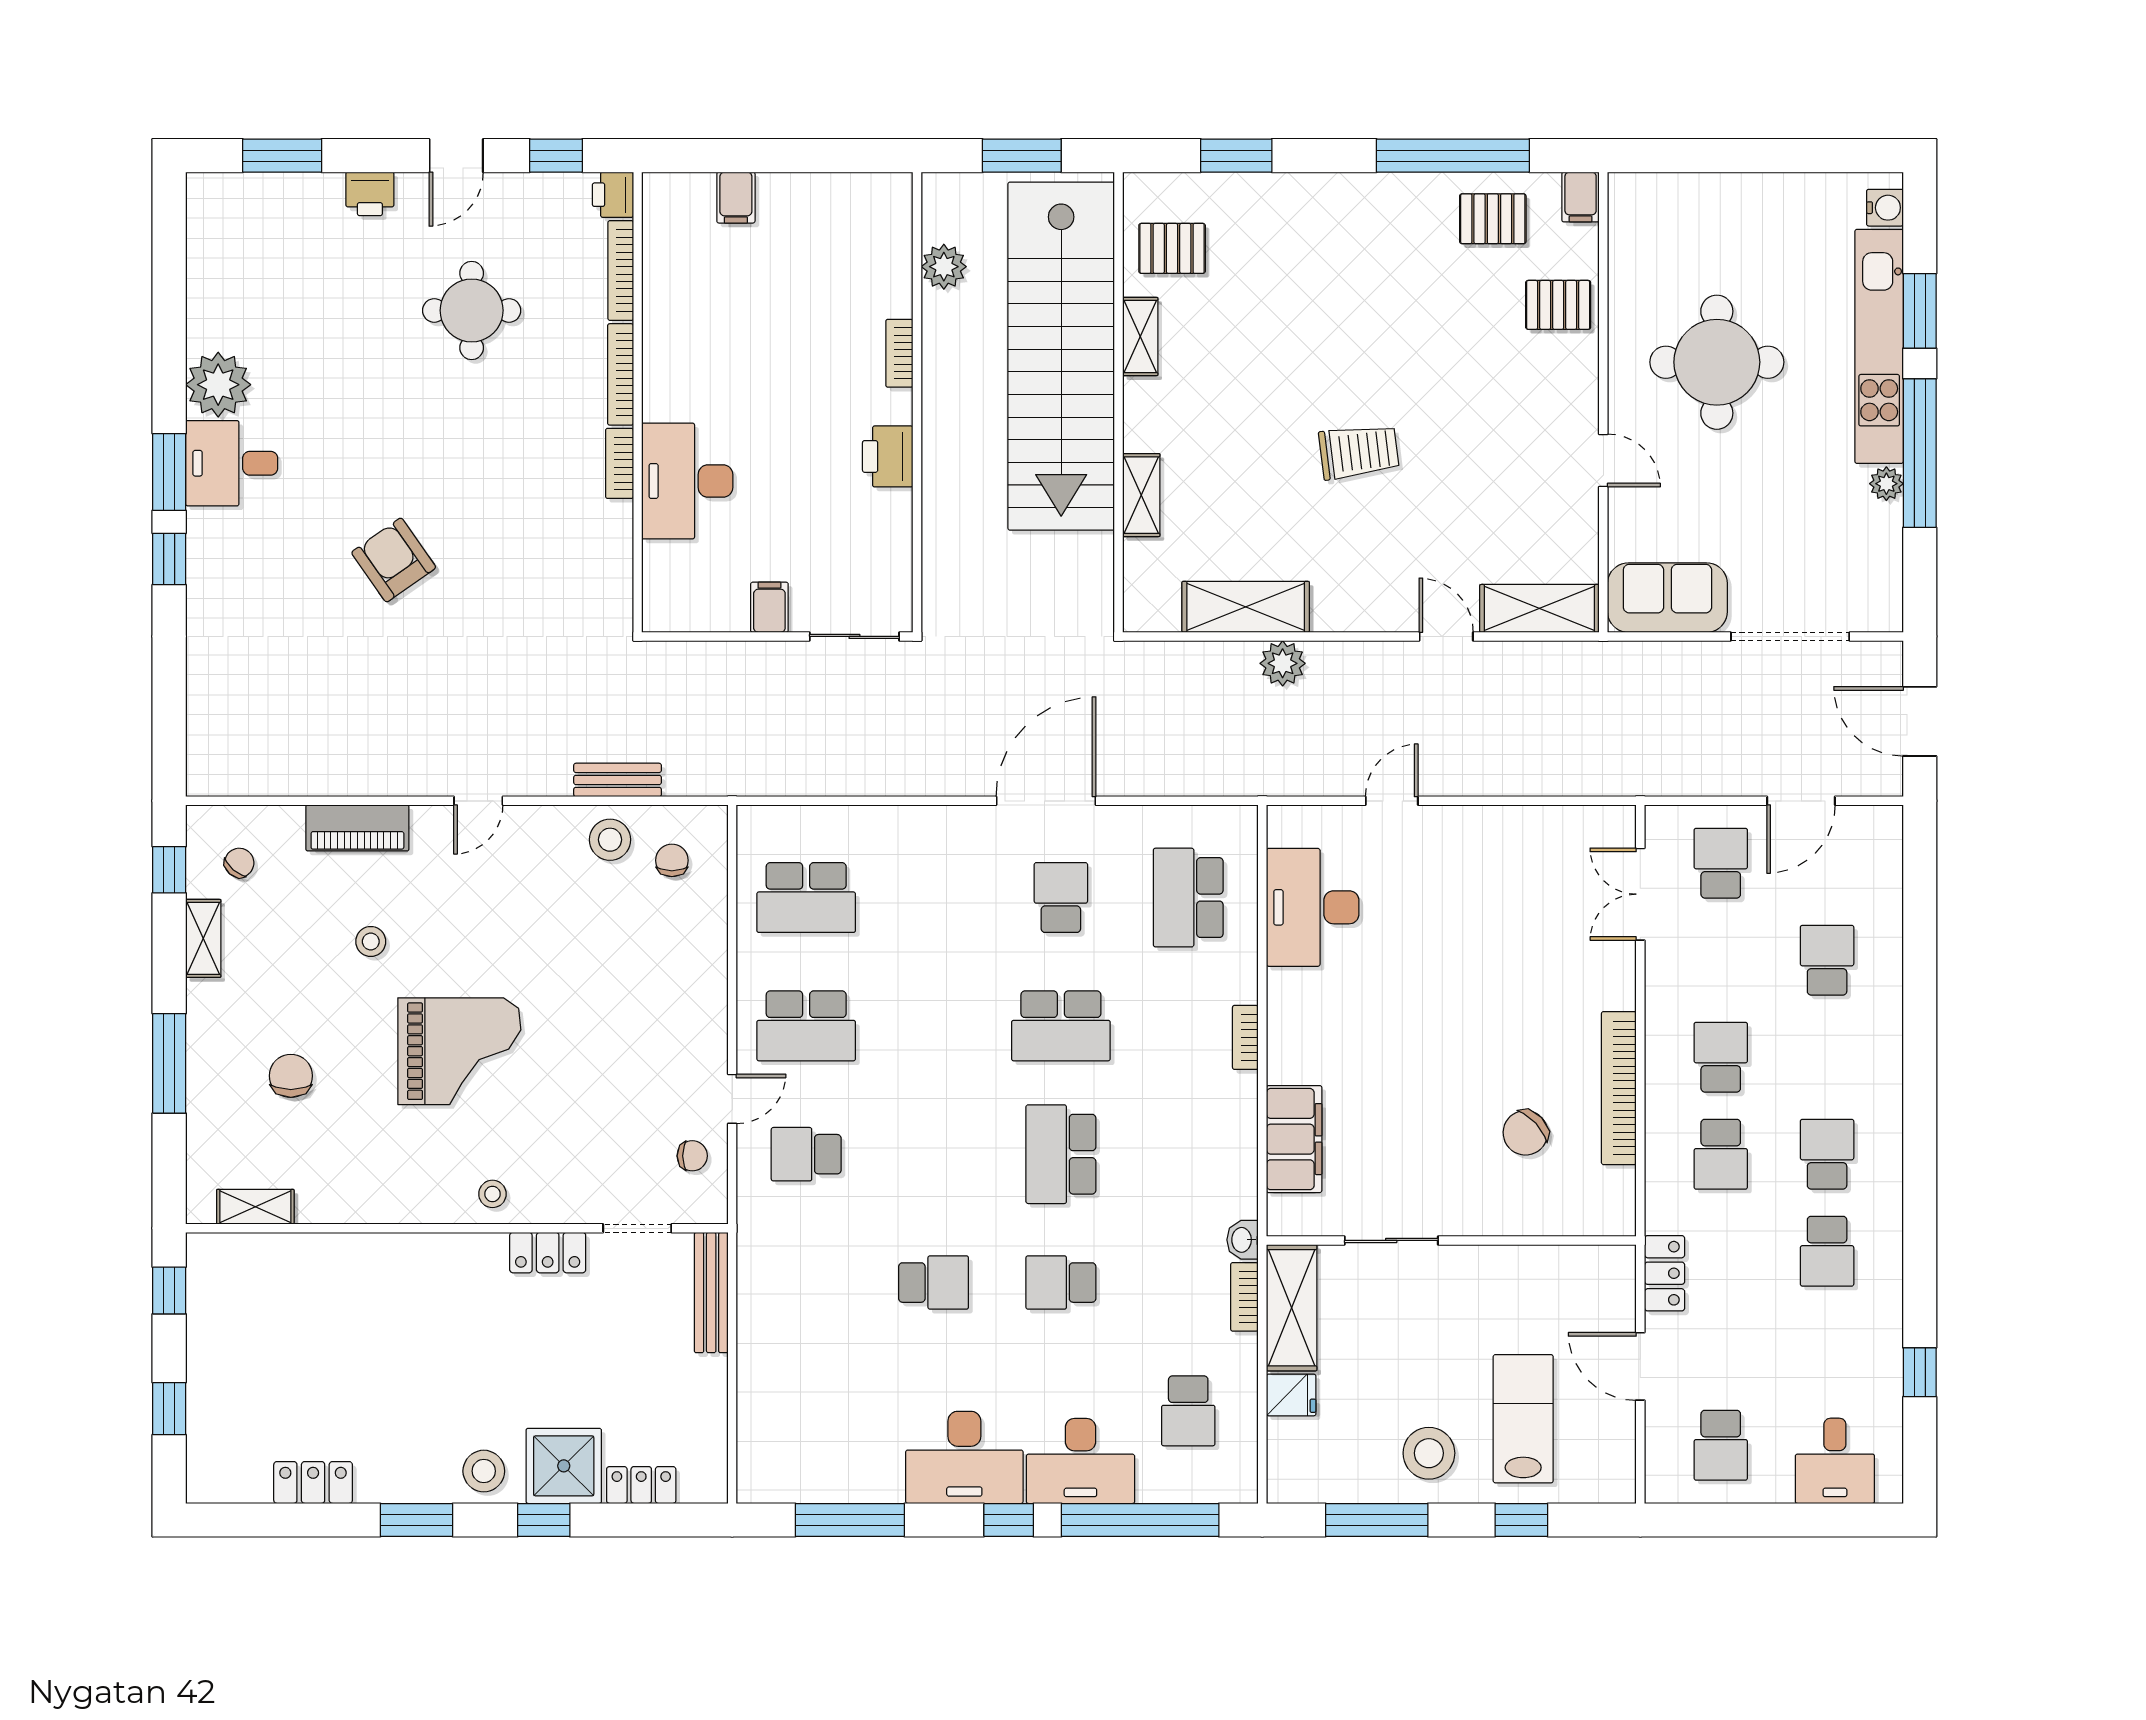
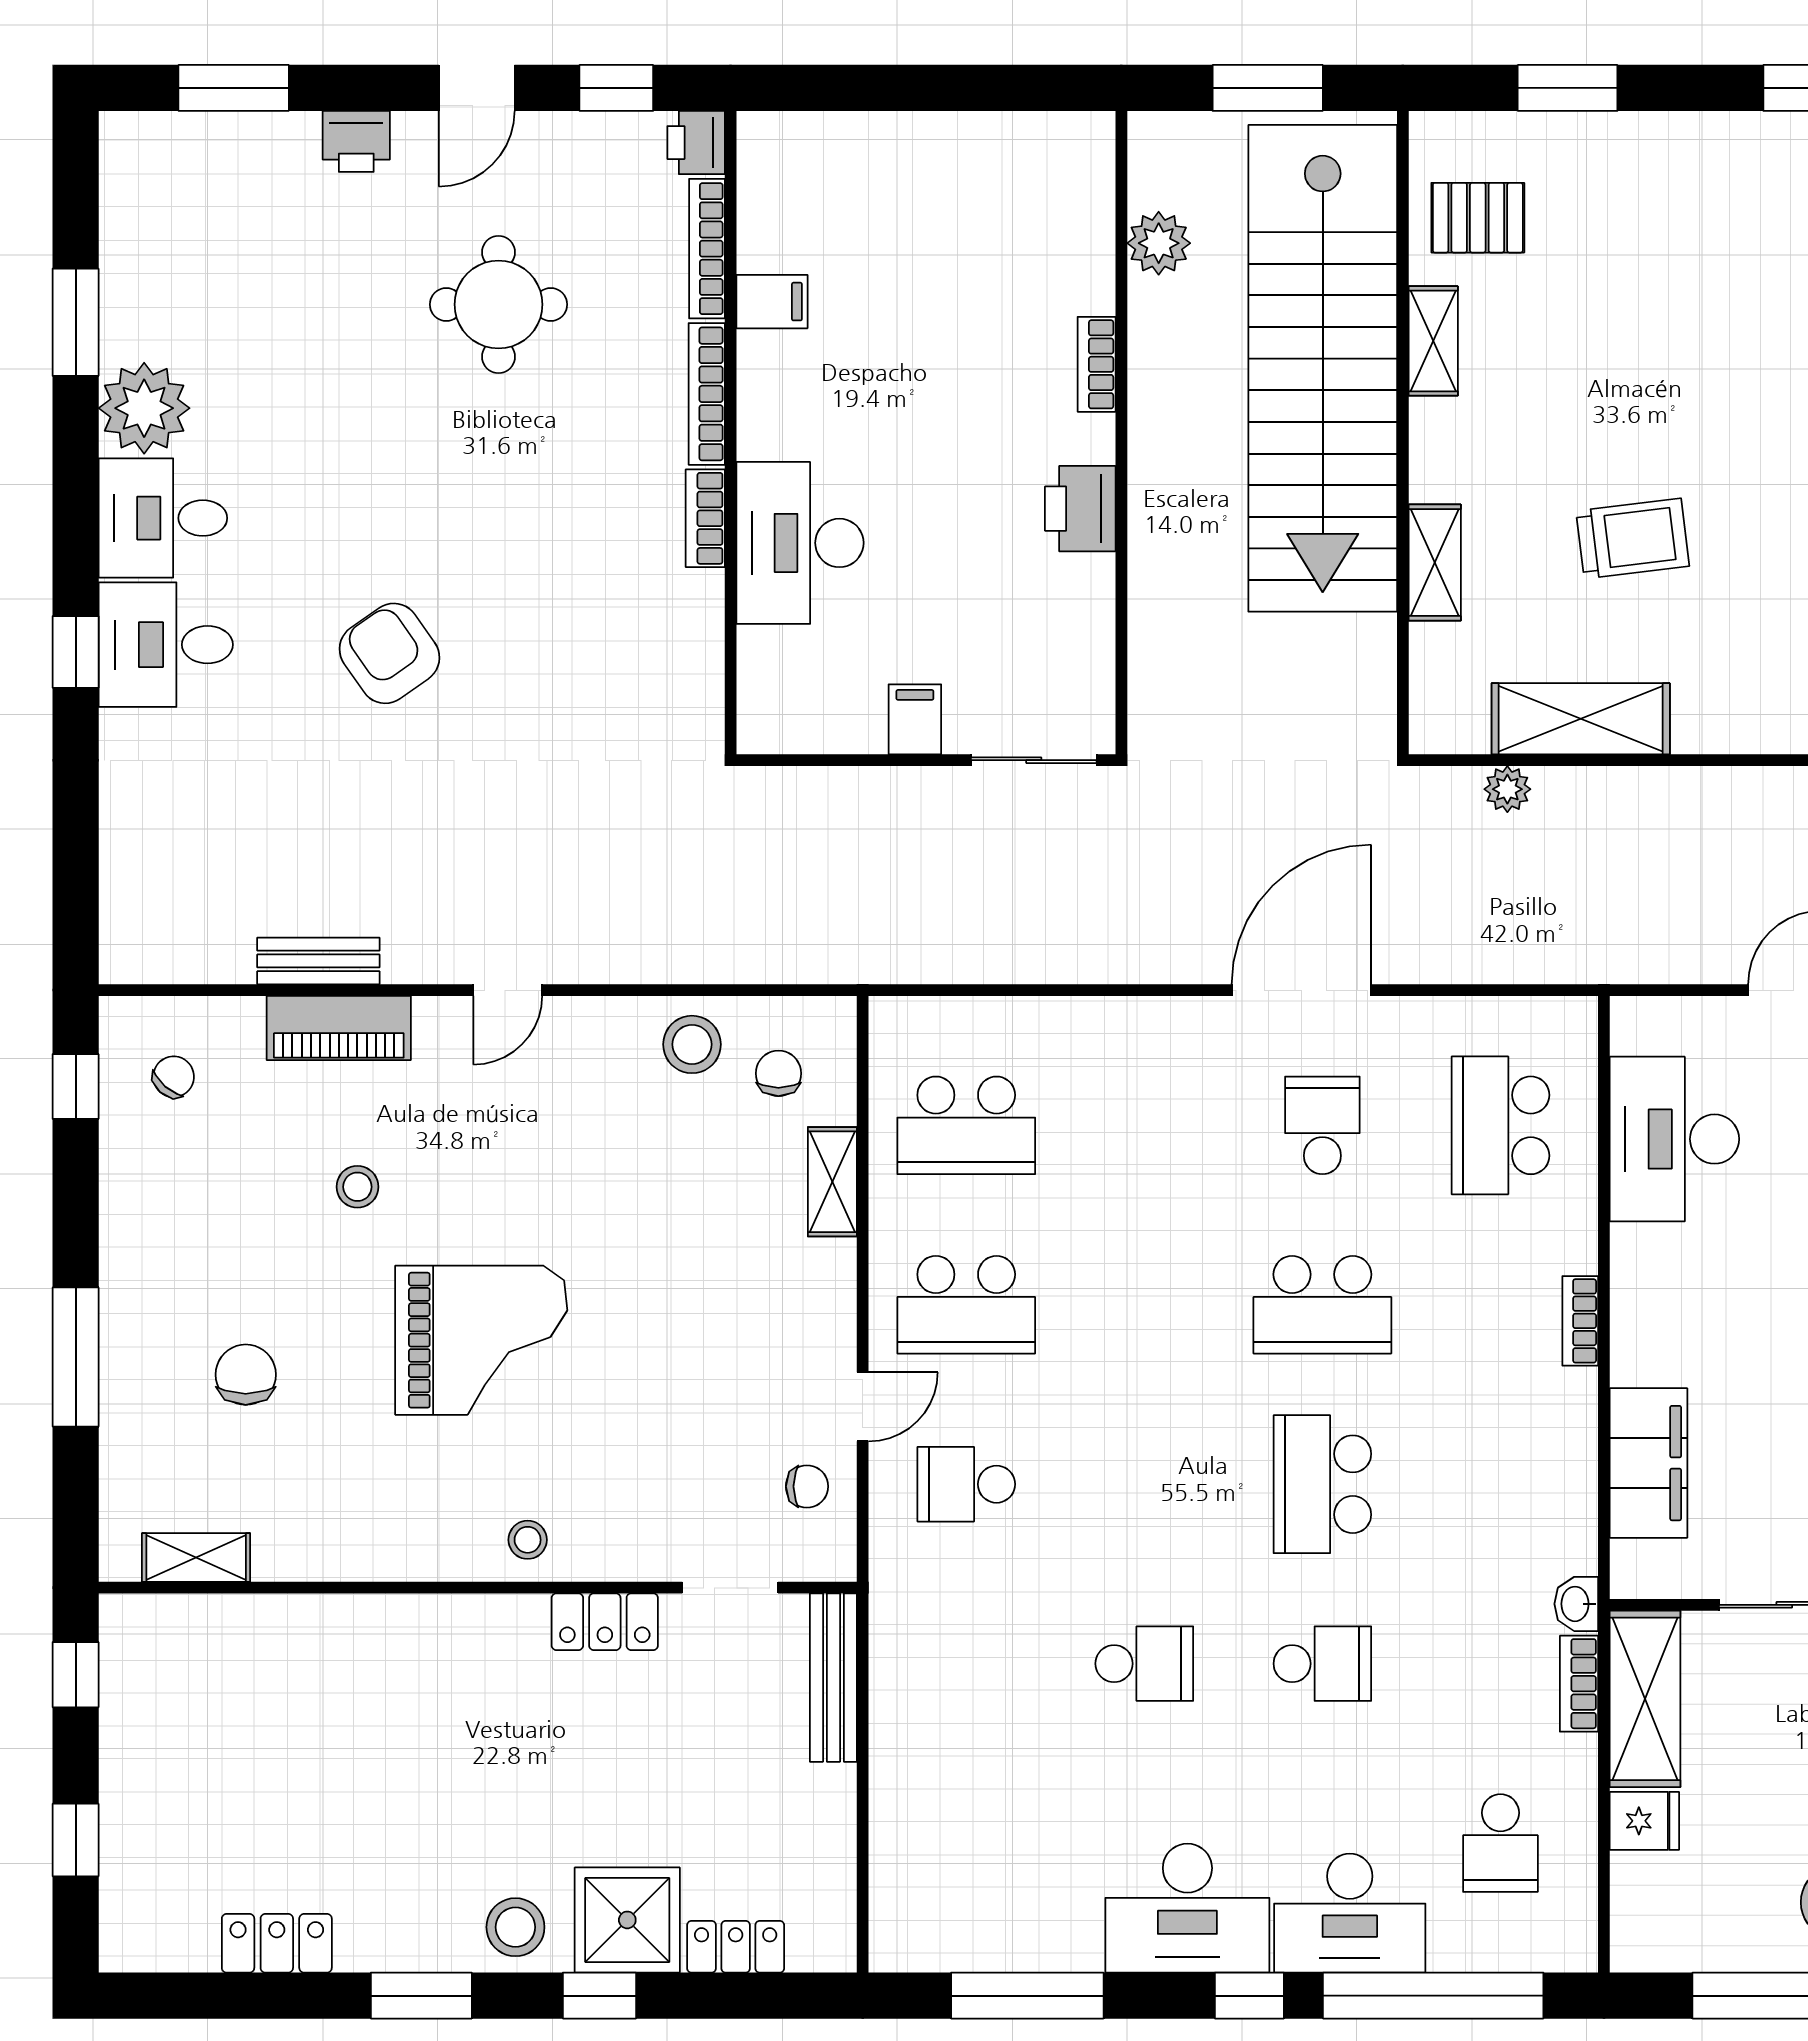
filing cabinet: (736, 198) -> (772, 302), moved, turned -90
trolley: (1359, 452) -> (1633, 538), moved
window: (169, 472) -> (76, 322), moved
desk: (234, 554) -> (166, 645), added
plant: (1283, 663) -> (1507, 789), moved, width x0.73, depth x0.73
bench: (618, 780) -> (318, 961), moved
shelving: (203, 938) -> (832, 1182), moved
school desk: (1061, 1283) -> (1322, 1664), turned 180

